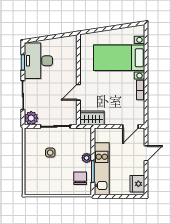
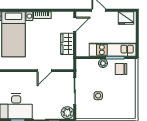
door: (78, 92) -> (44, 71), hinge flipped
wardrobe: (92, 118) -> (67, 44), moved
door: (130, 126) -> (75, 24), hinge flipped

